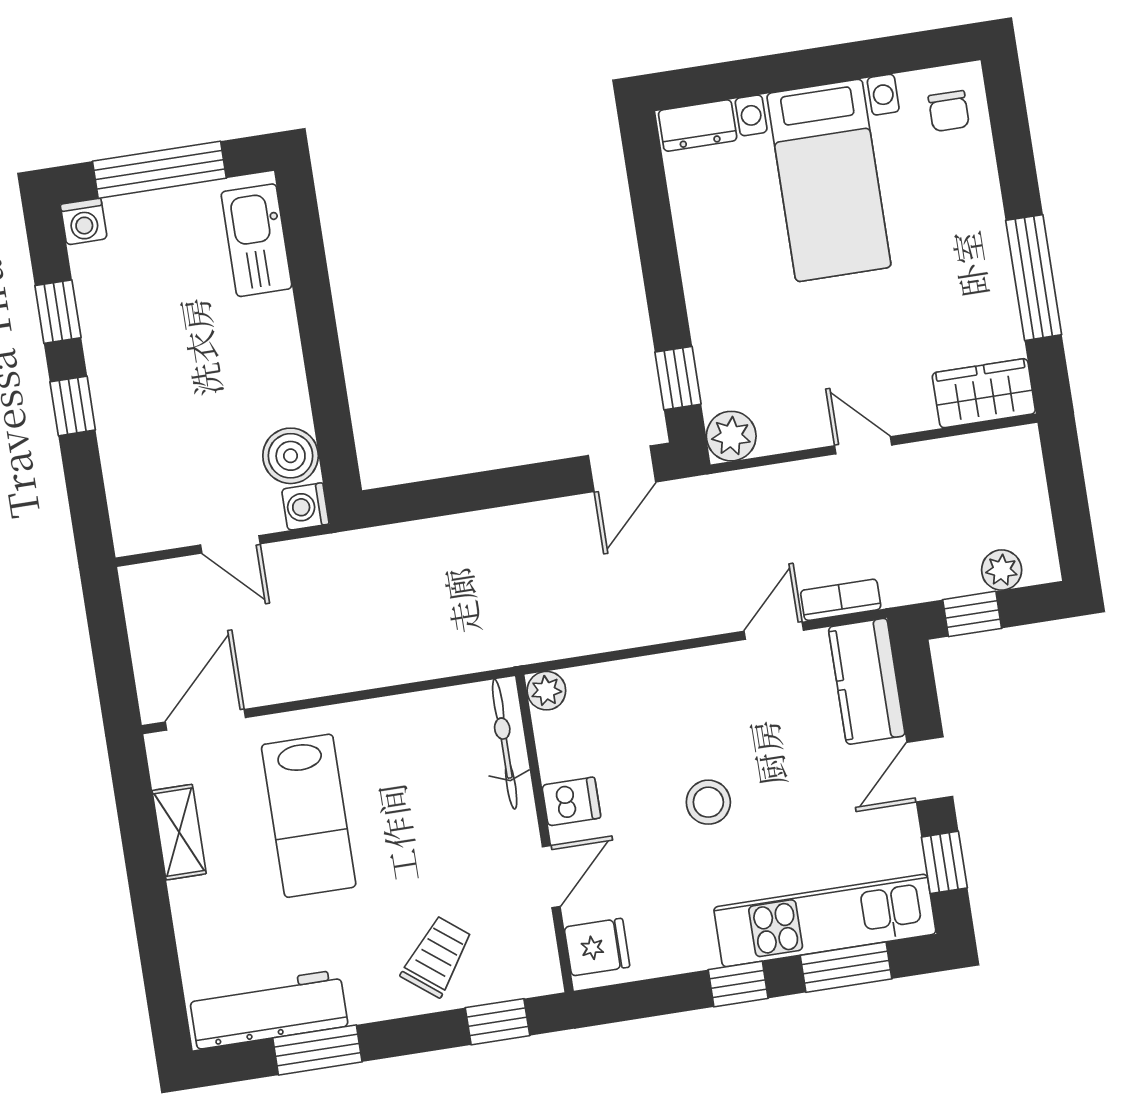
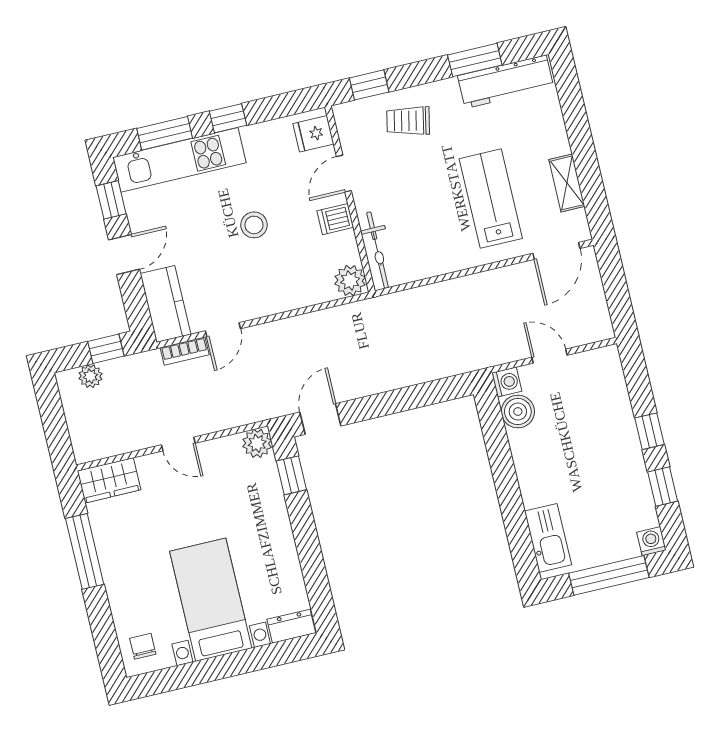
plant: (546, 691) -> (350, 281), width x1.38, depth x1.38
trolley: (437, 957) -> (408, 121), turned 64

